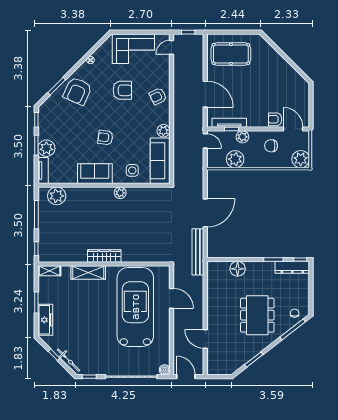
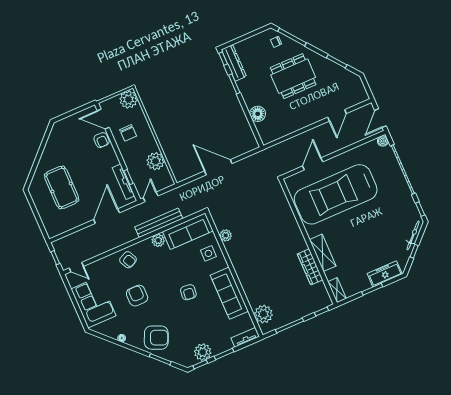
pool table: (231, 54) -> (62, 187), moved
door: (293, 129) -> (103, 119), hinge flipped
plant: (242, 137) -> (131, 163), removed
plant: (46, 148) -> (203, 352), moved
sofa: (95, 174) -> (229, 293), width x1.36
plant: (120, 193) -> (226, 235), moved
bench: (198, 252) -> (159, 223), moved
wardrobe: (104, 256) -> (310, 267), moved

